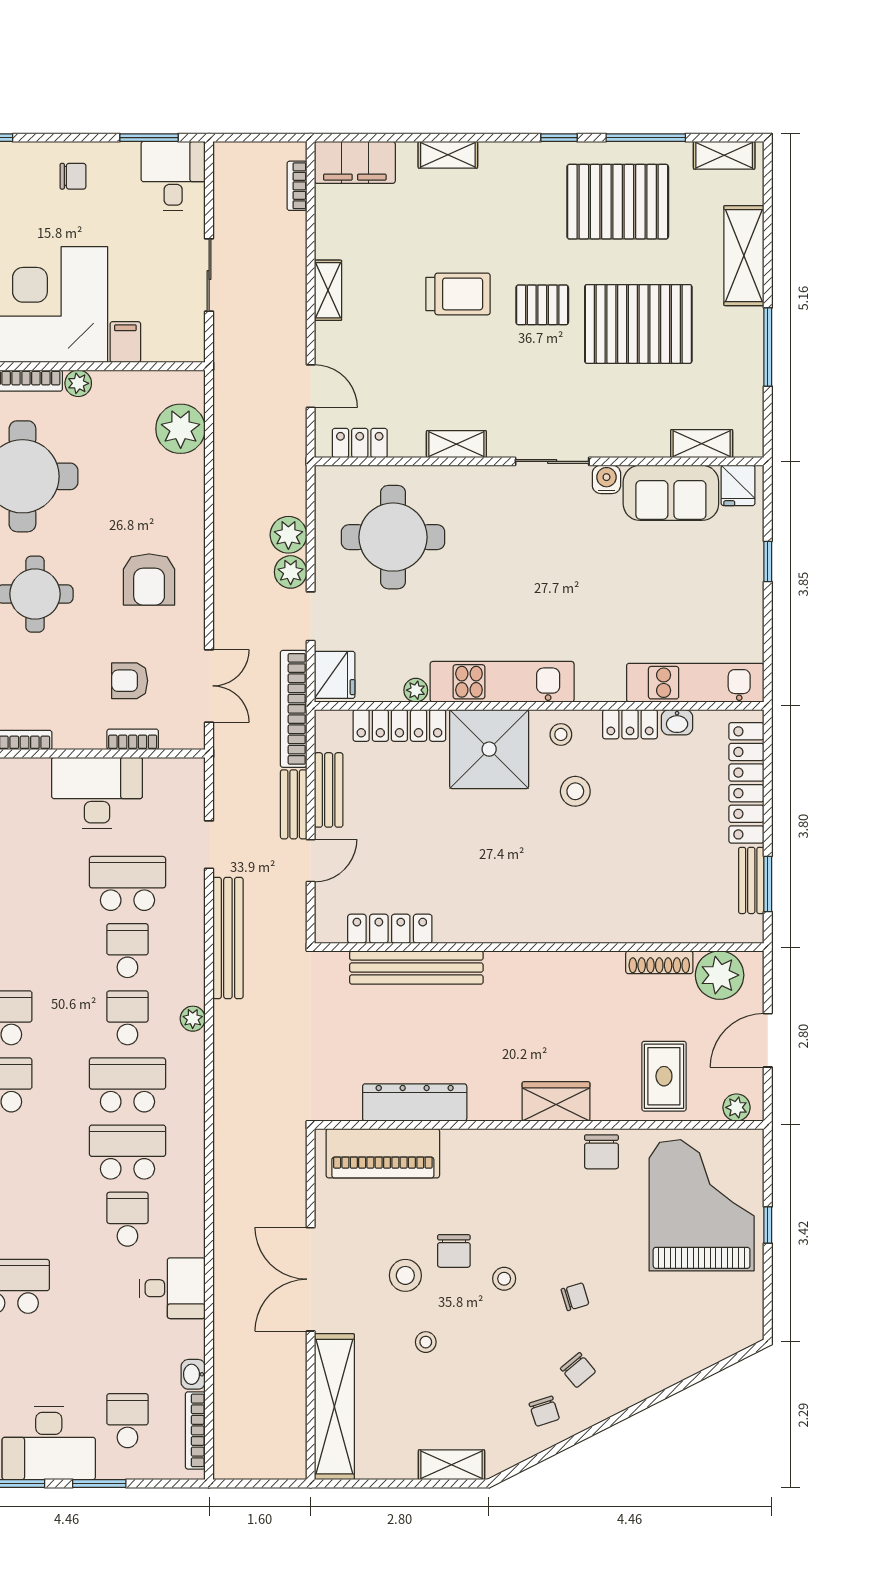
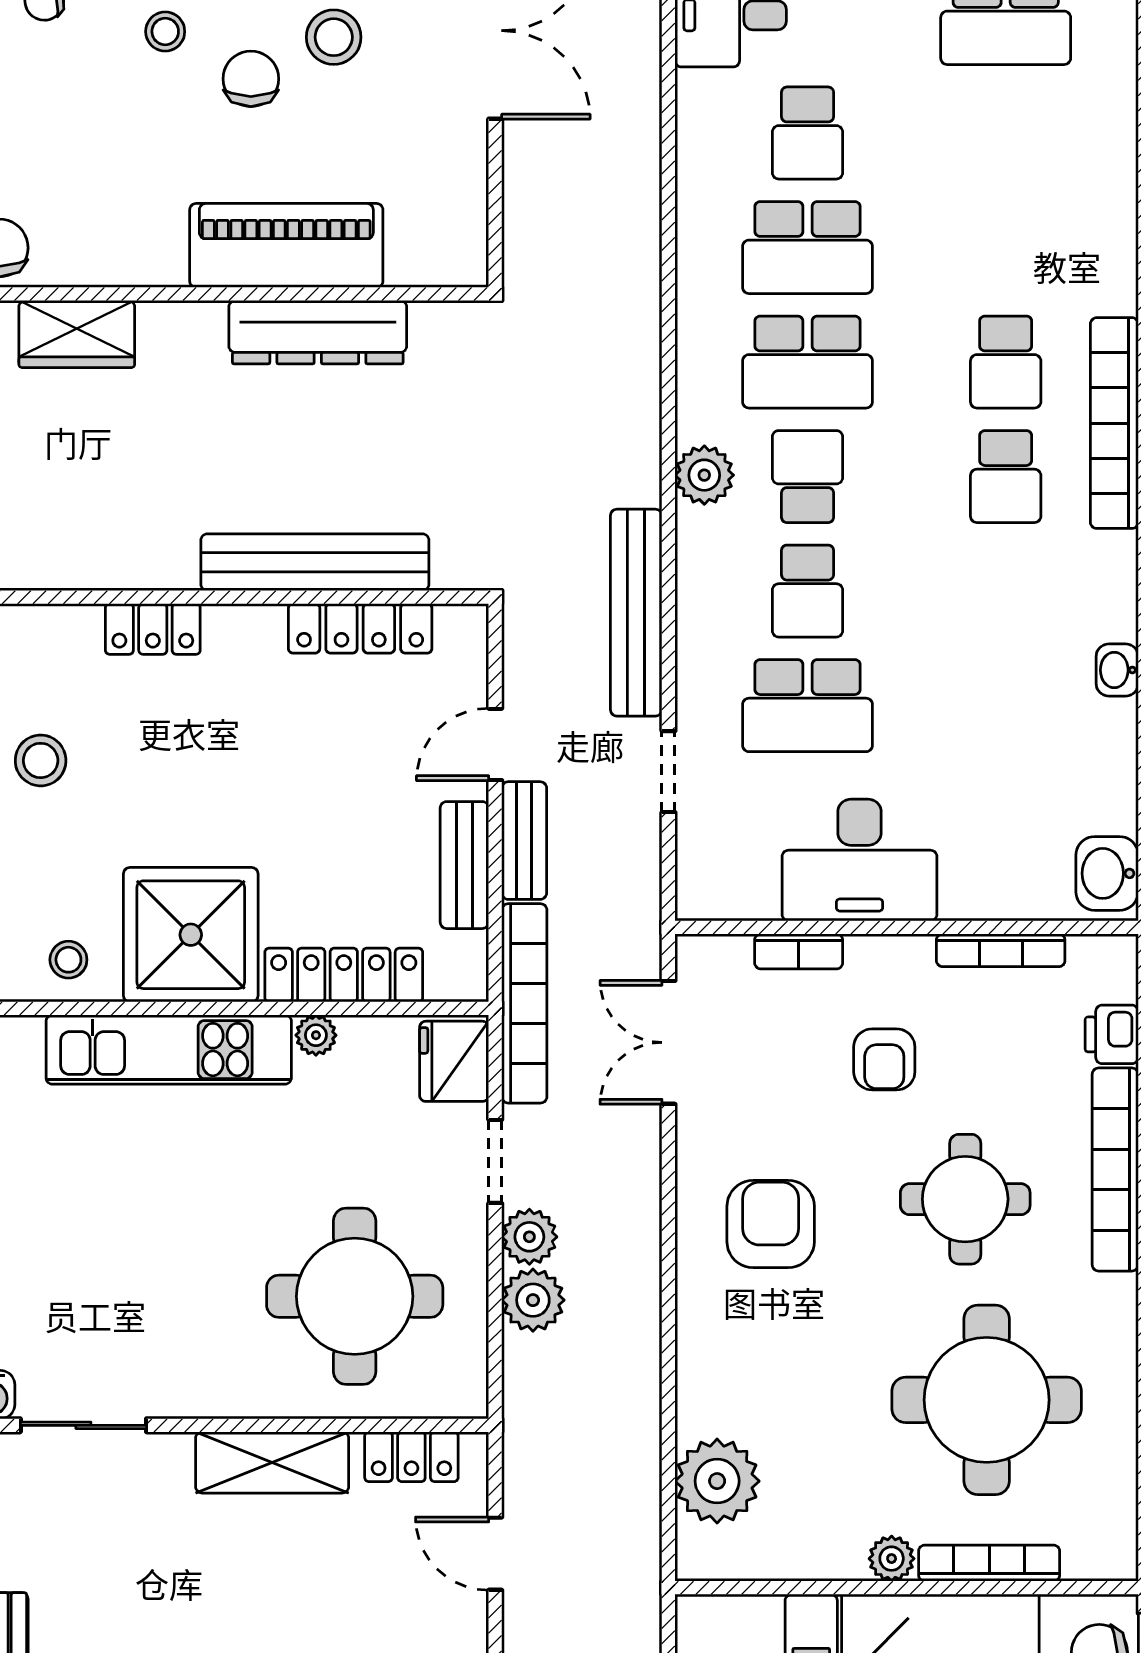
shelving: (456, 444) -> (272, 1462), width x1.50, depth x1.33
armchair: (130, 681) -> (884, 1059), moved, turned 90
stool: (575, 791) -> (41, 760), moved
locker: (511, 928) -> (153, 629), added
school desk: (127, 1018) -> (808, 477), turned 180
plant: (193, 1019) -> (704, 475), width x1.38, depth x1.38
piano: (383, 1153) -> (286, 245), moved

